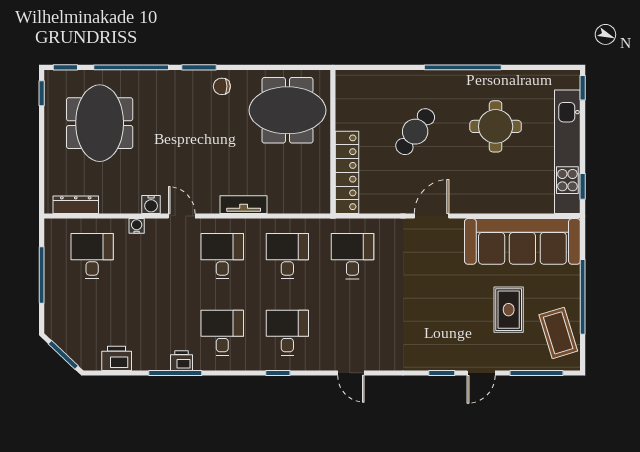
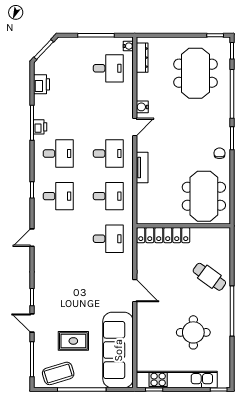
meeting table: (100, 123) -> (195, 73), turned 90
cafe table: (415, 132) -> (209, 277), moved
water cooler: (137, 226) -> (128, 46), moved

